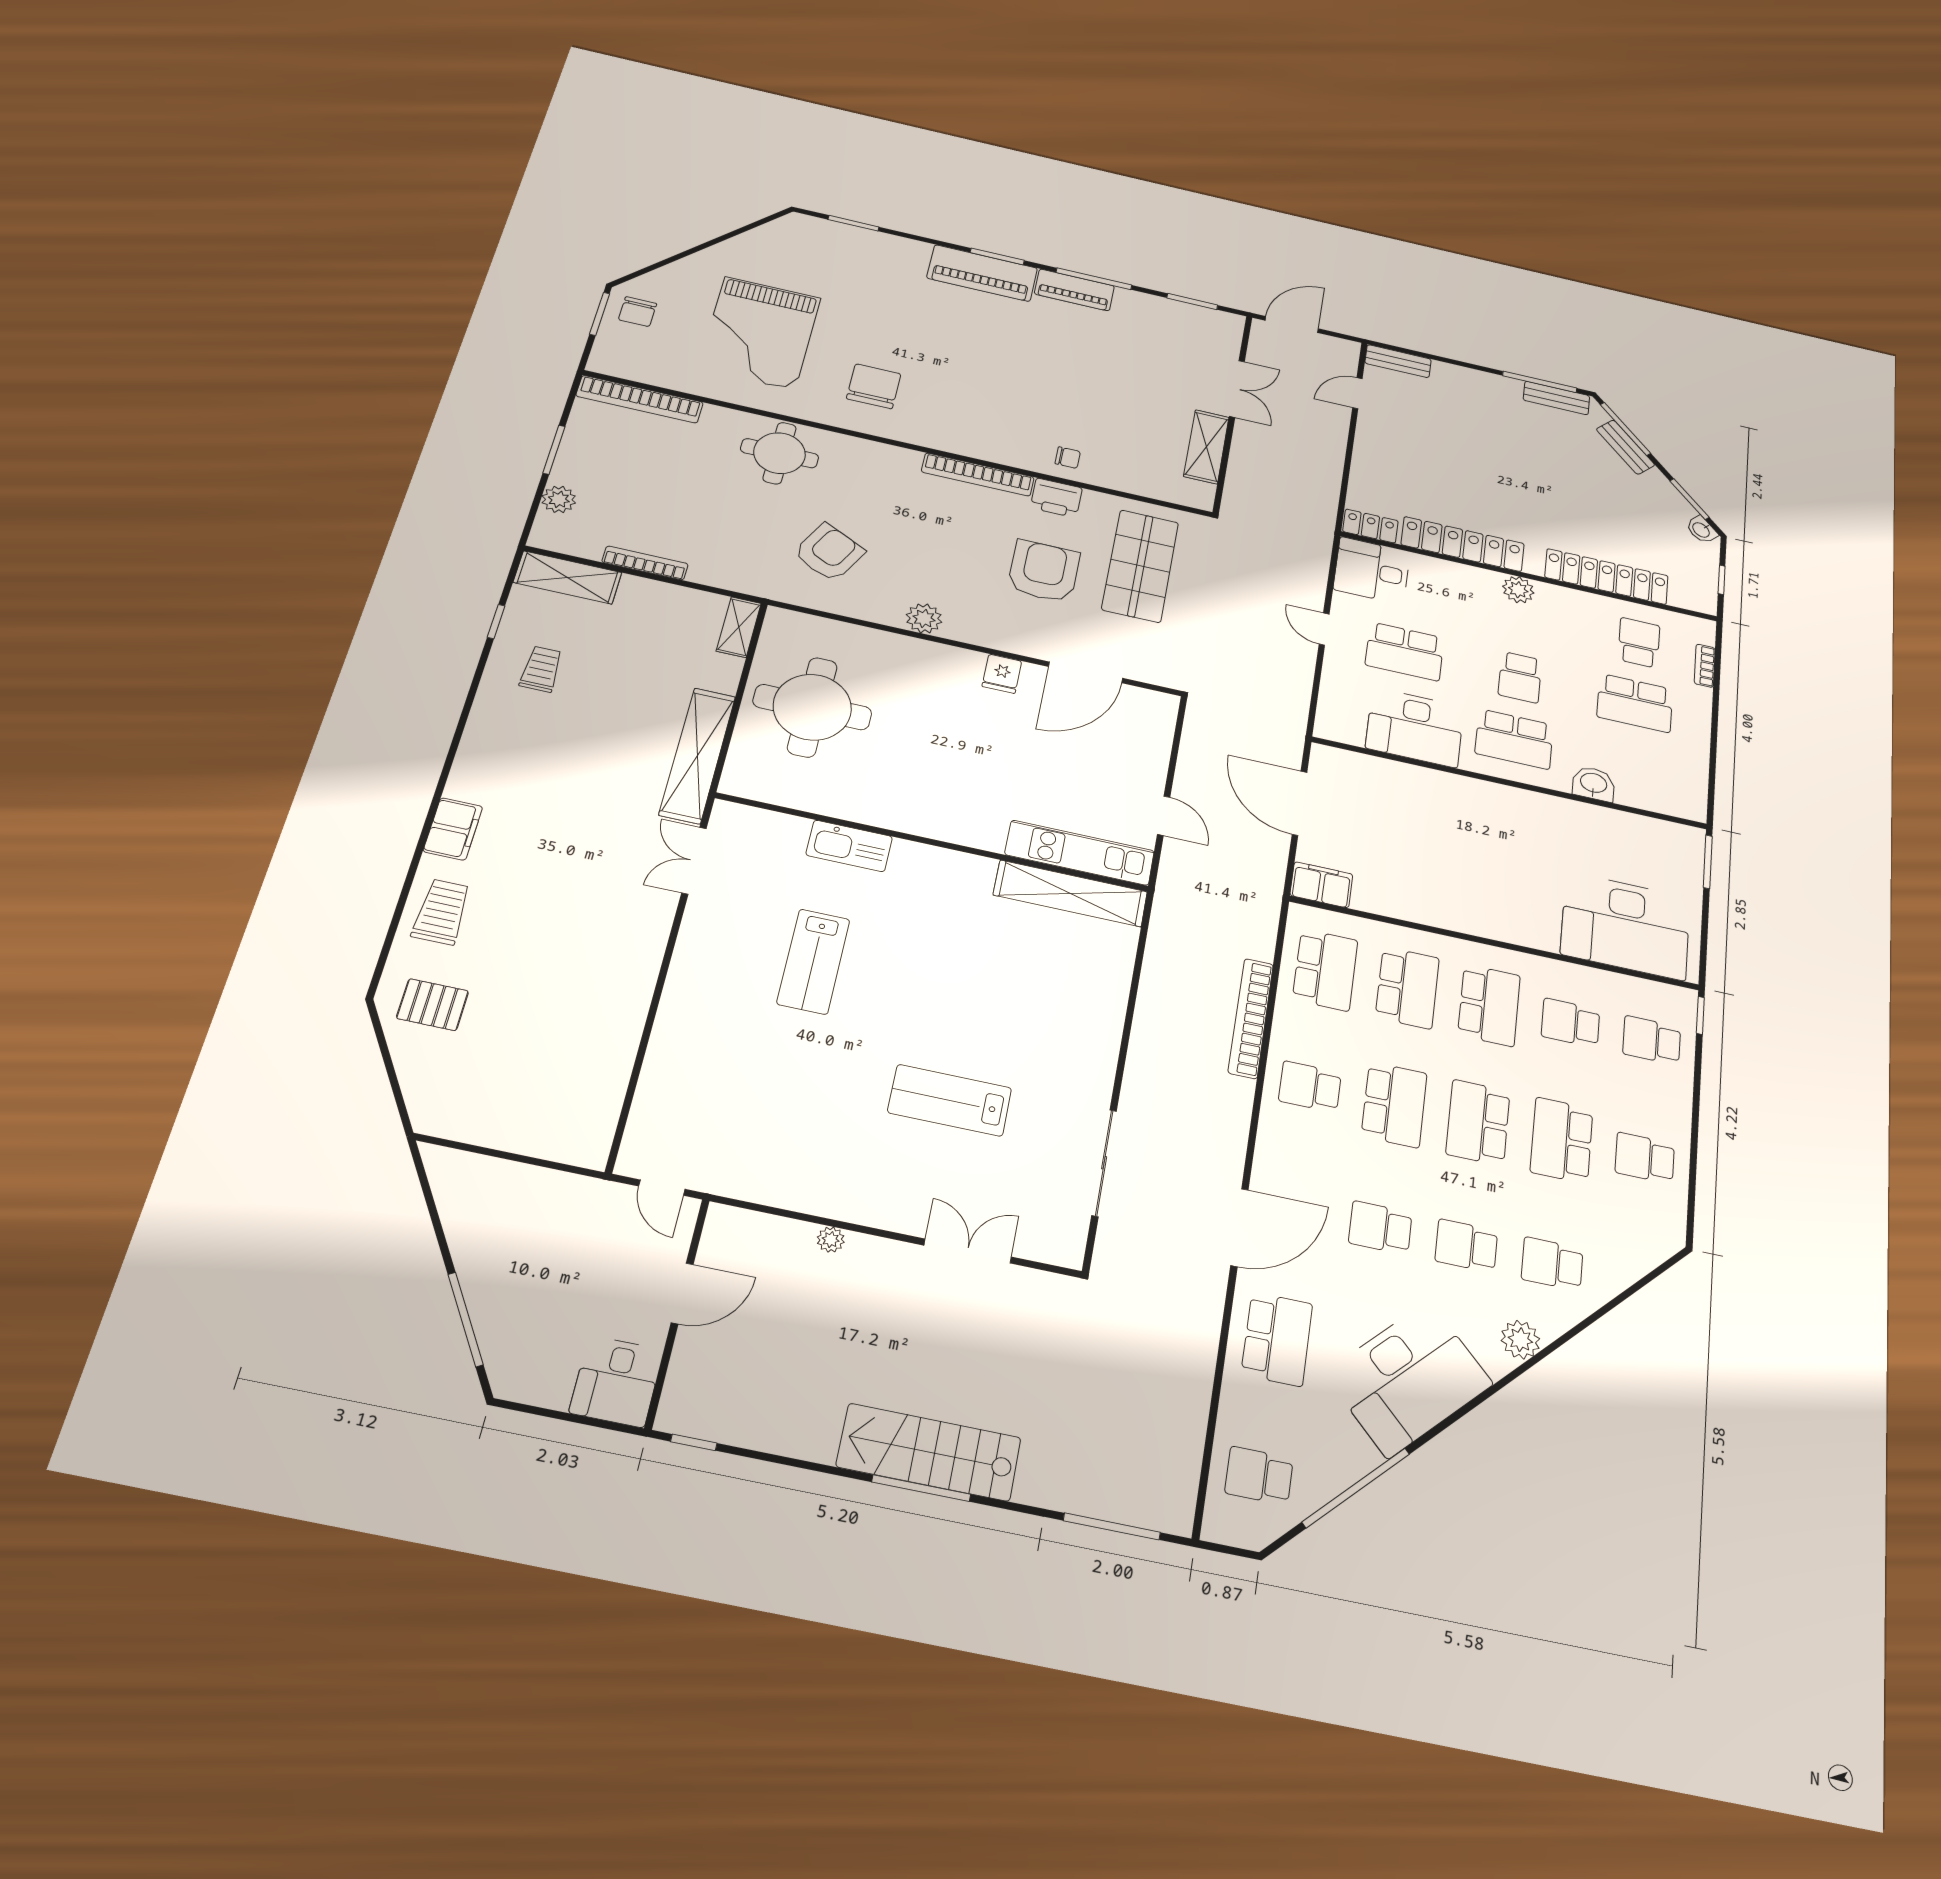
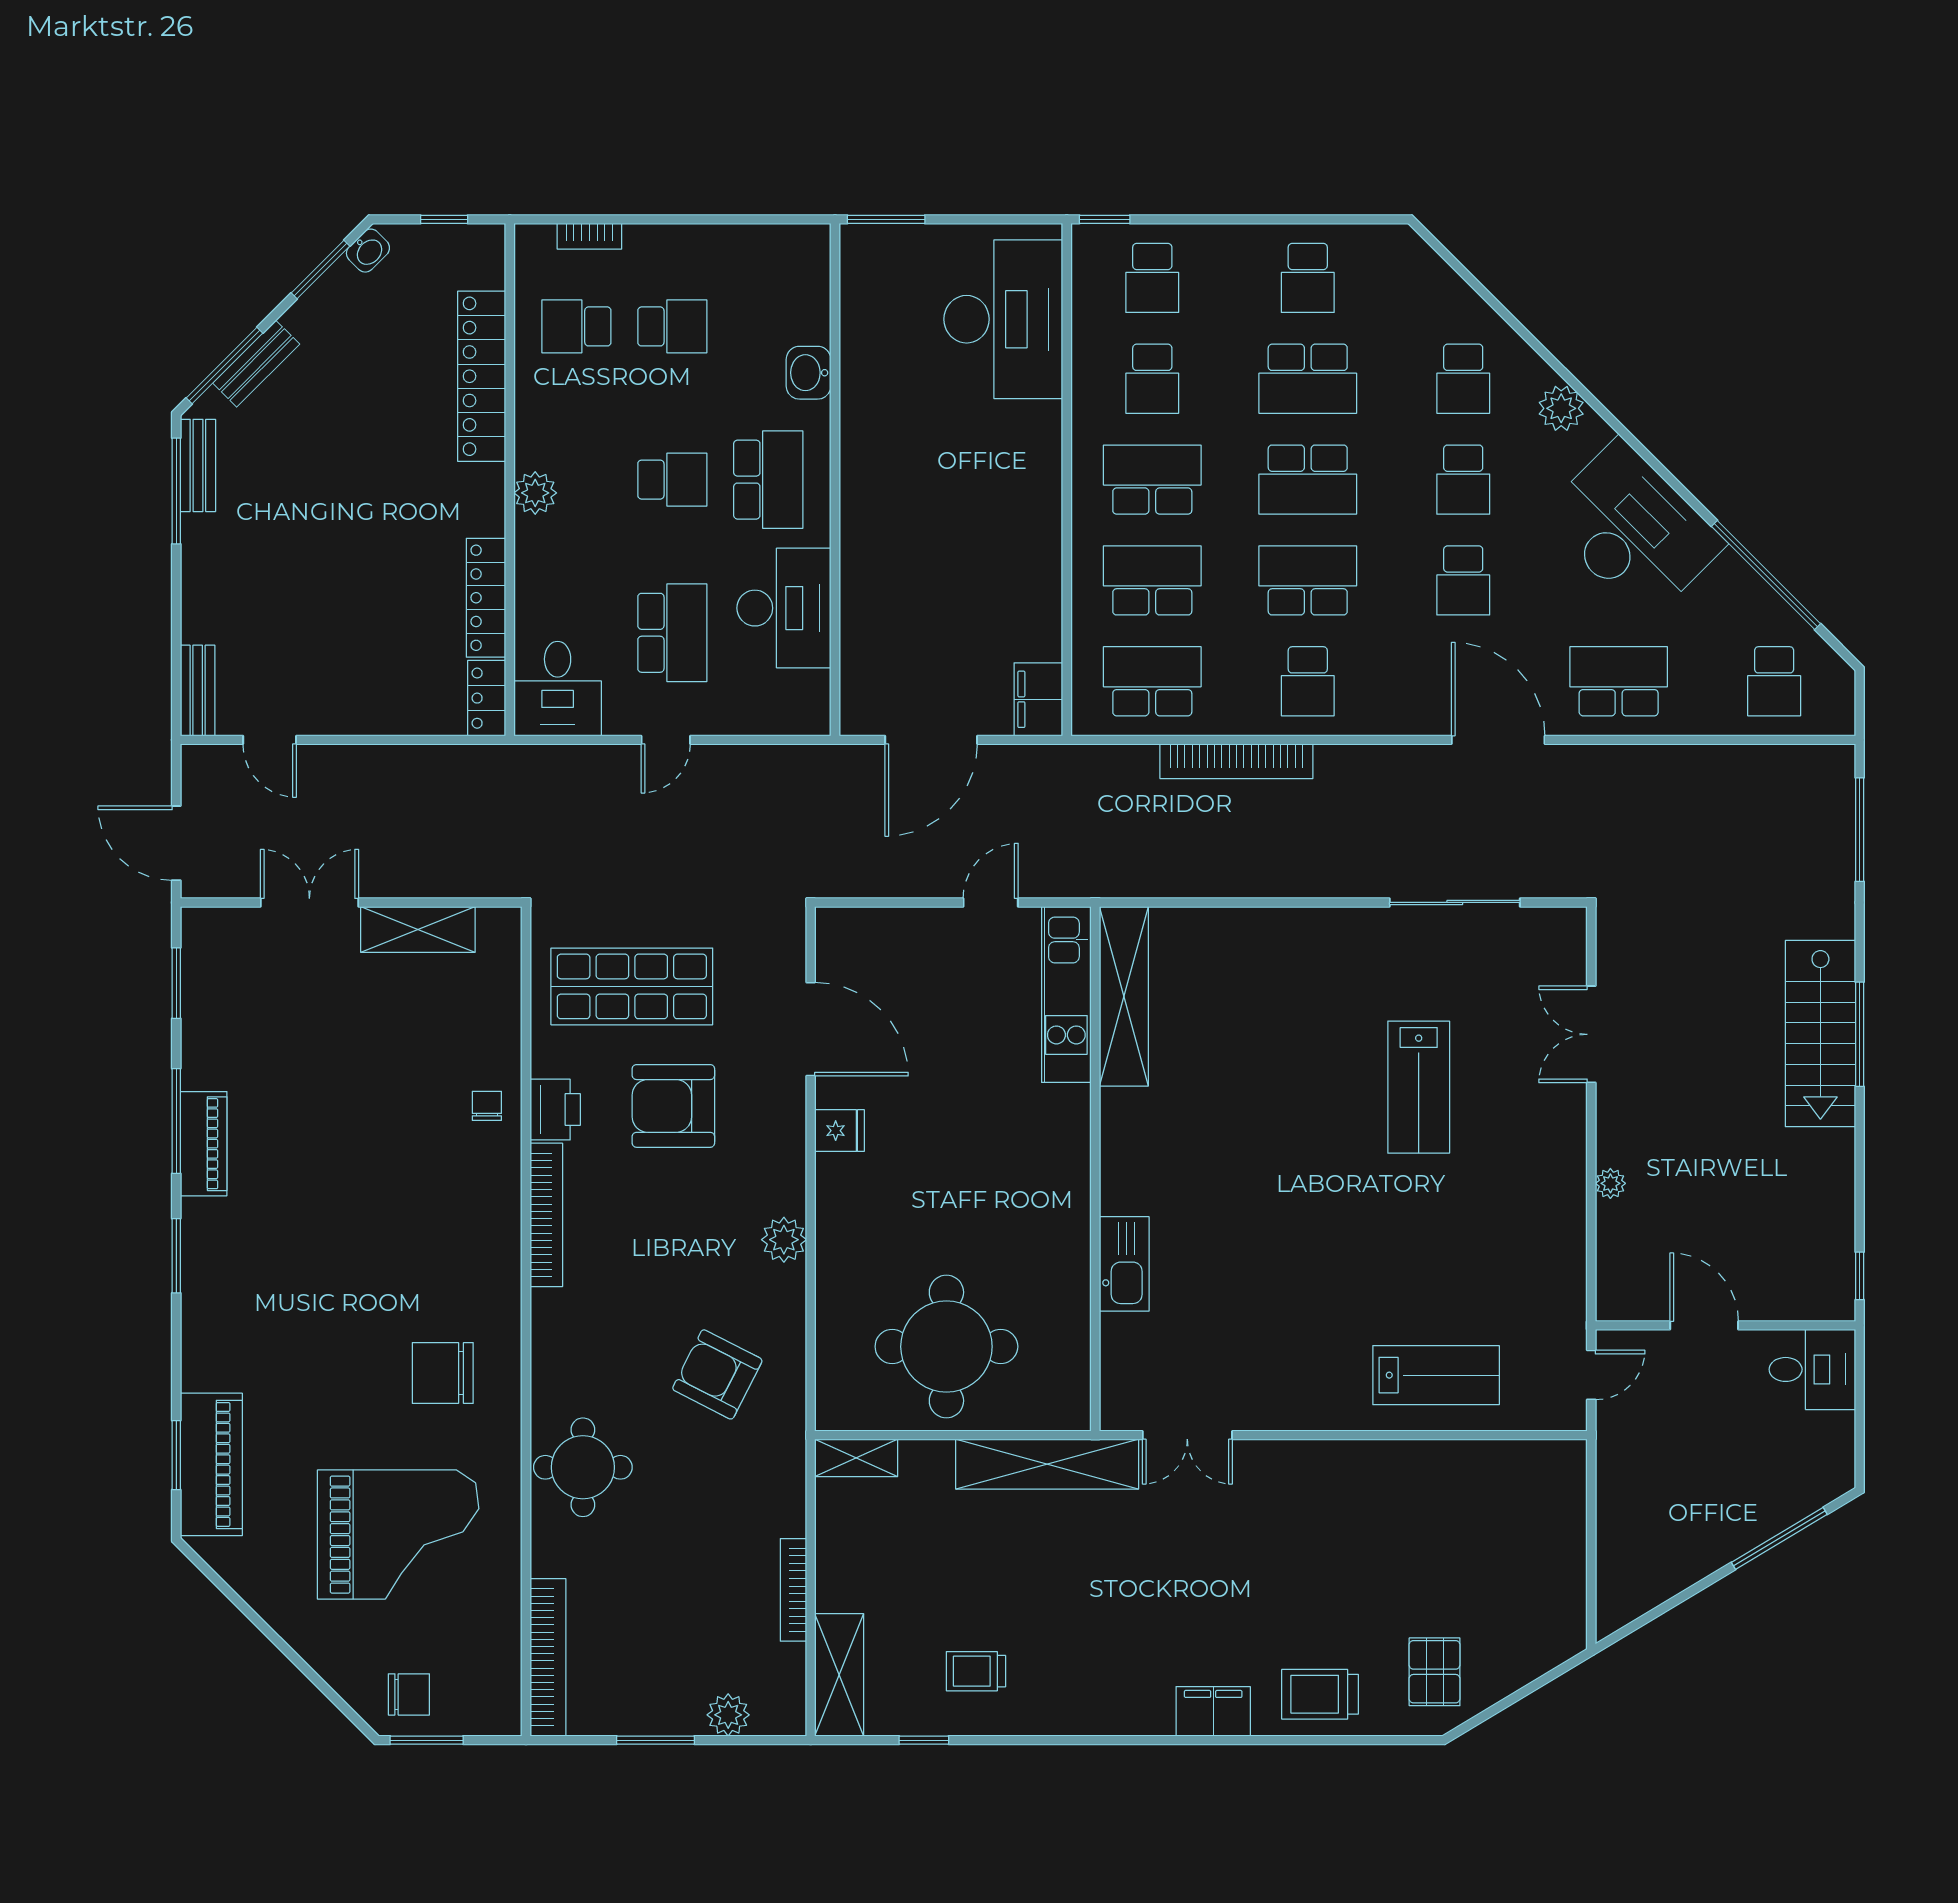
piano: (982, 273) -> (211, 1464), moved
locker: (1463, 544) -> (486, 598), width x0.71, depth x0.83
school desk: (1635, 703) -> (672, 326), width x0.54
lab bench: (813, 961) -> (1436, 1375), moved

